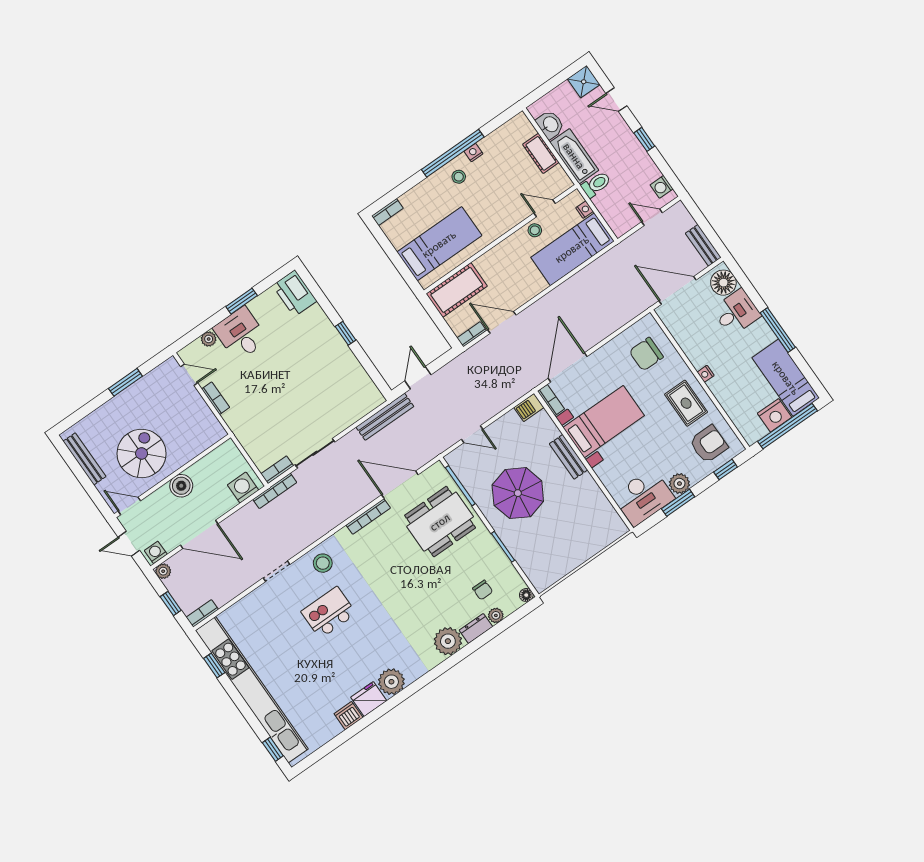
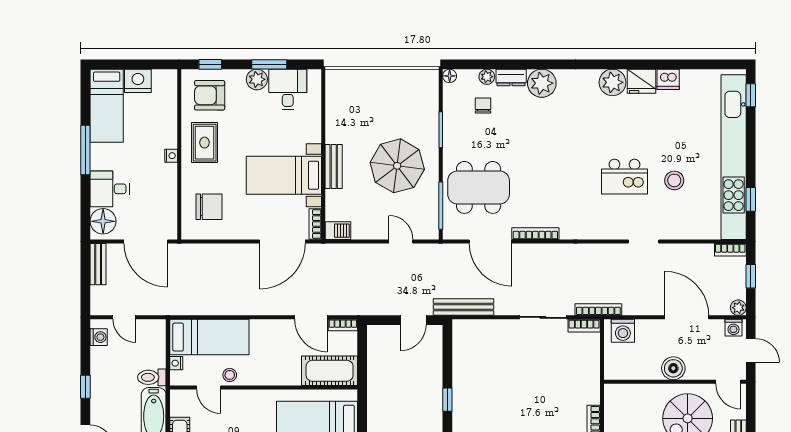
window: (787, 426) -> (133, 64), removed
desk: (643, 497) -> (288, 89), width x0.73
stool: (323, 563) -> (674, 180), moved

